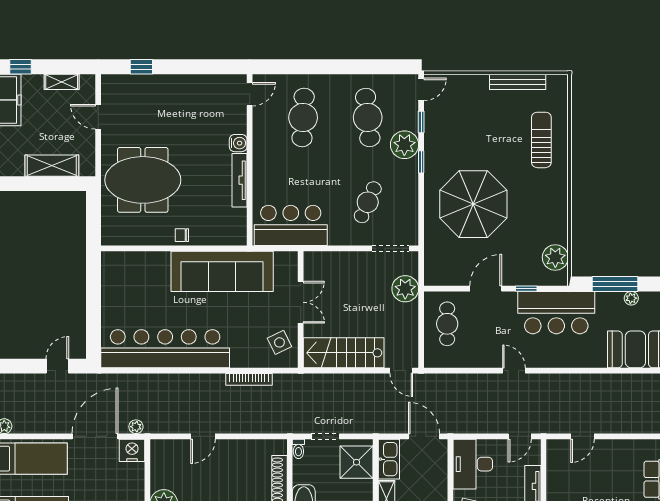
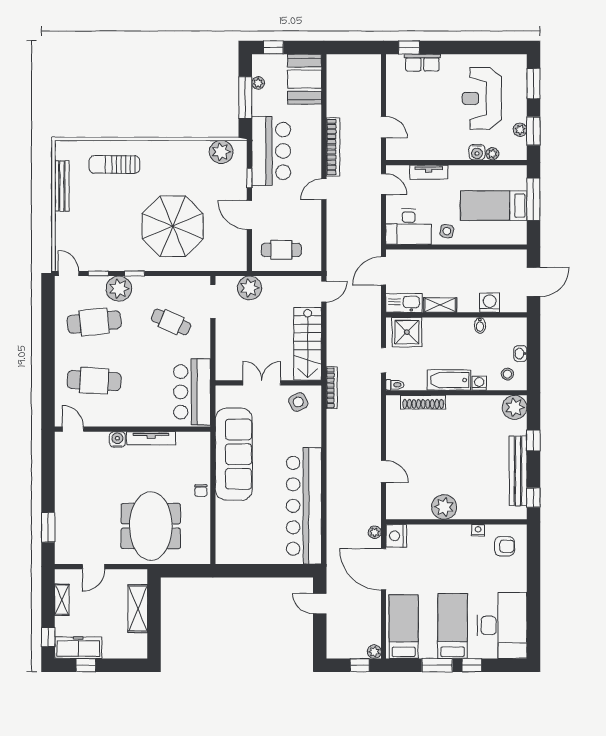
window: (141, 67) -> (48, 527), width x1.50
bookcase: (249, 379) -> (332, 388), moved
bookcase: (561, 381) -> (333, 147), added

